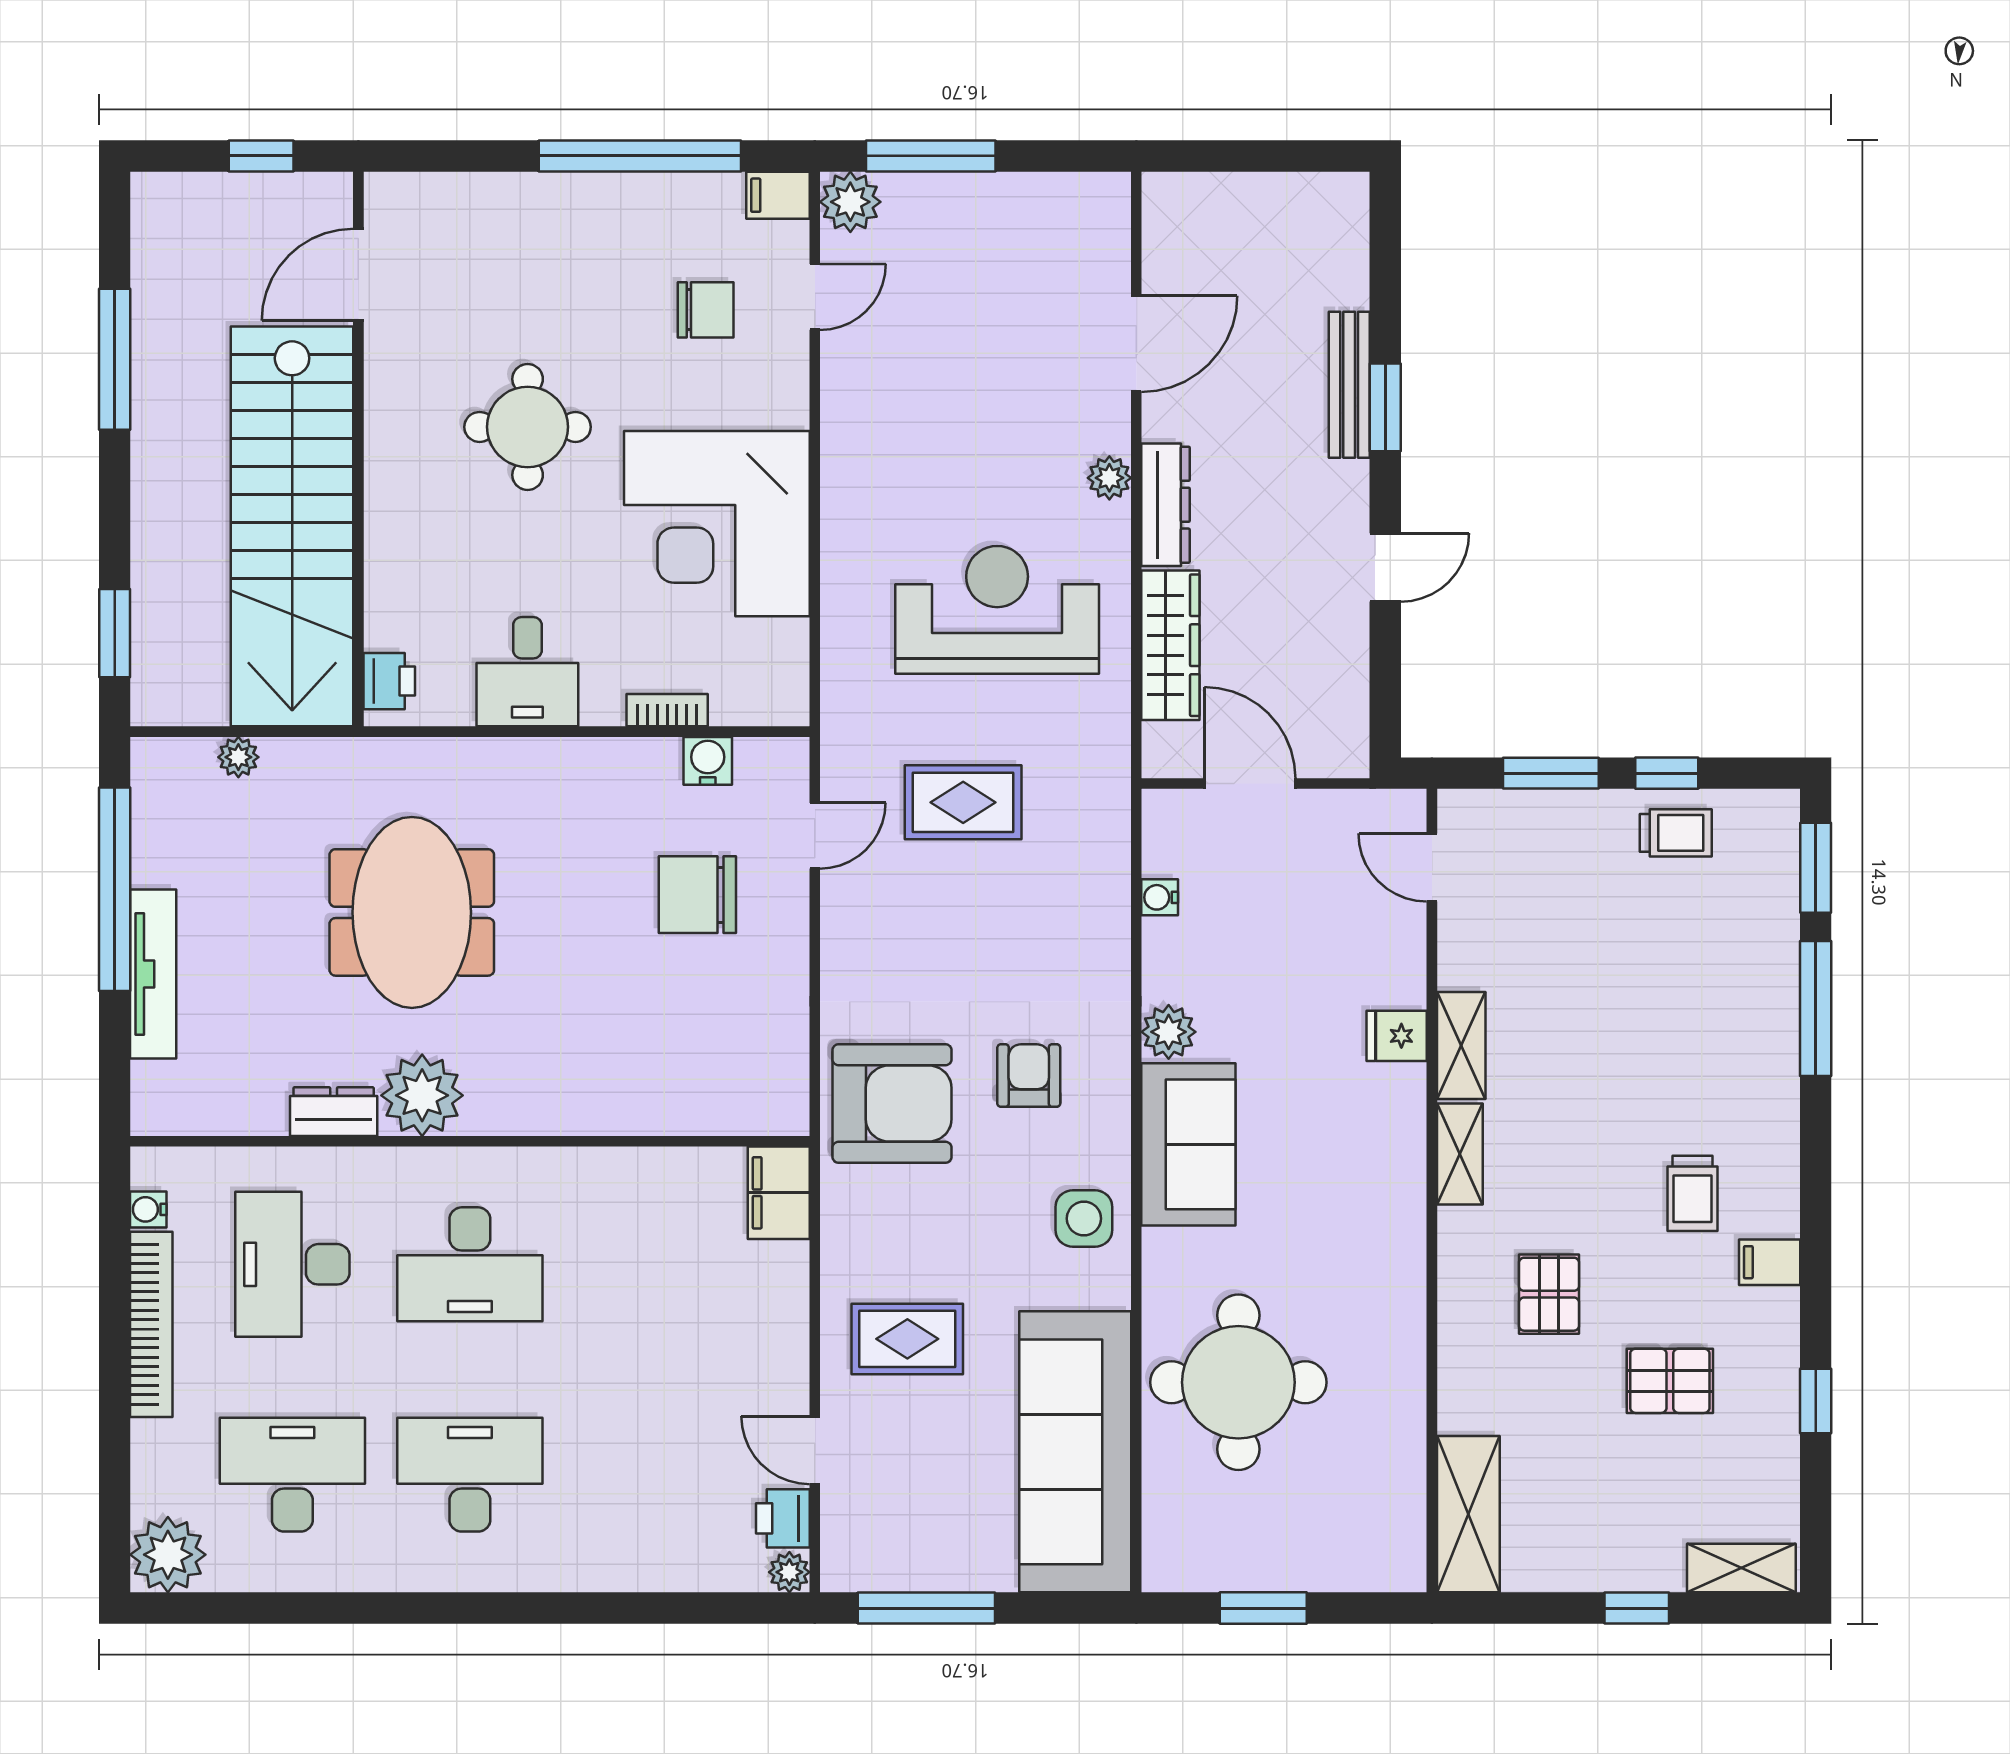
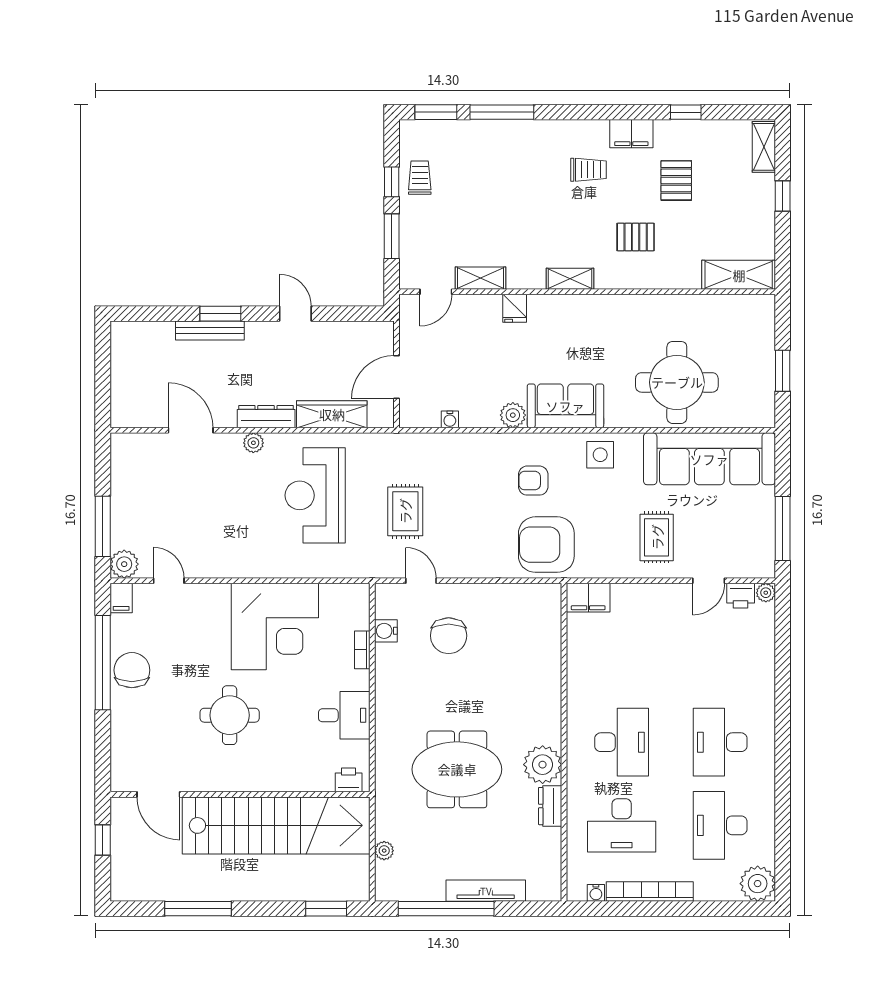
chair: (706, 310) -> (132, 670), moved, width x1.37, depth x1.37
shelving: (1461, 1046) -> (480, 278), moved
armchair: (892, 1104) -> (546, 545), turned -90
filing cabinet: (1770, 1262) -> (631, 134), width x2.00

